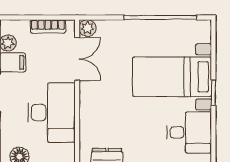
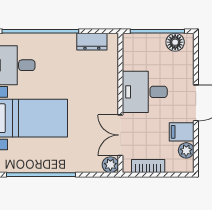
desk: (52, 113) -> (145, 92), width x0.73

